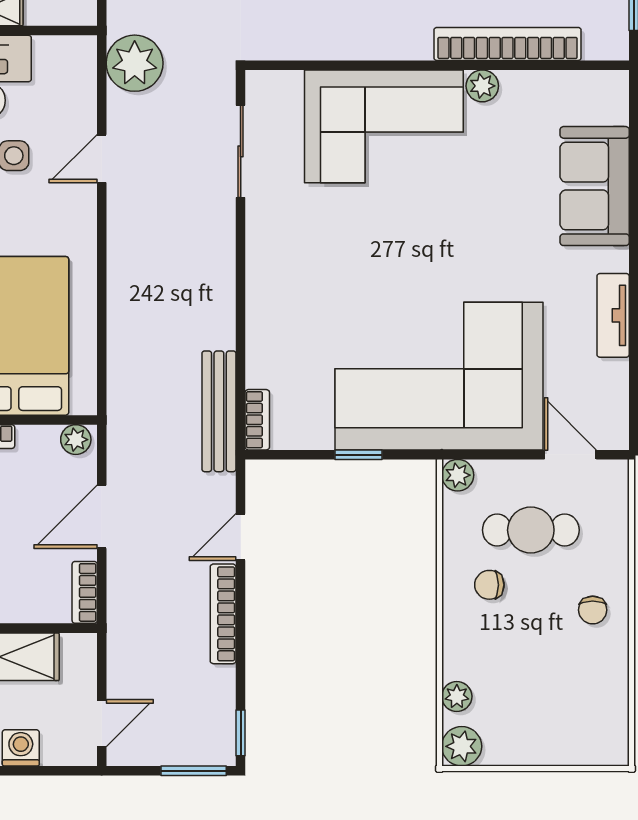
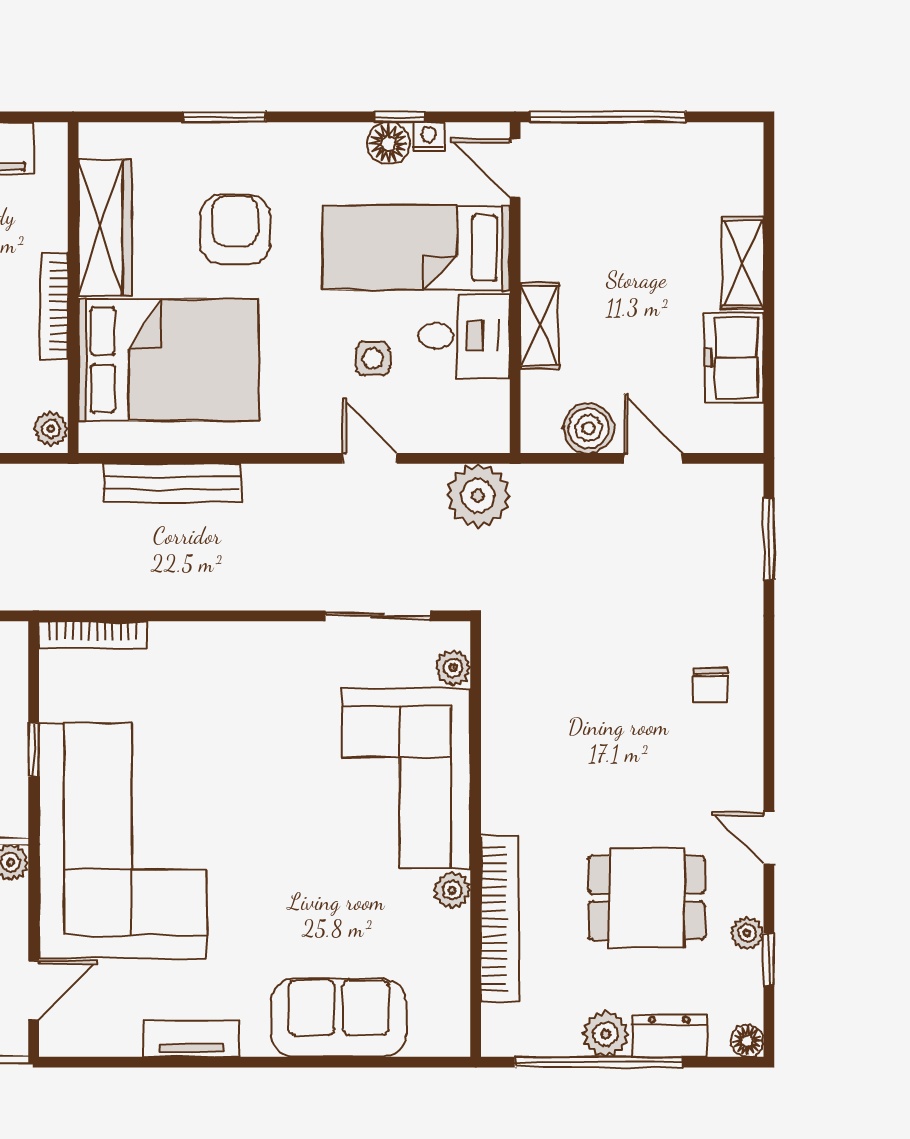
plant: (286, 85) -> (453, 668), added
bench: (219, 411) -> (172, 483), moved
bookcase: (257, 420) -> (93, 635), width x1.56

